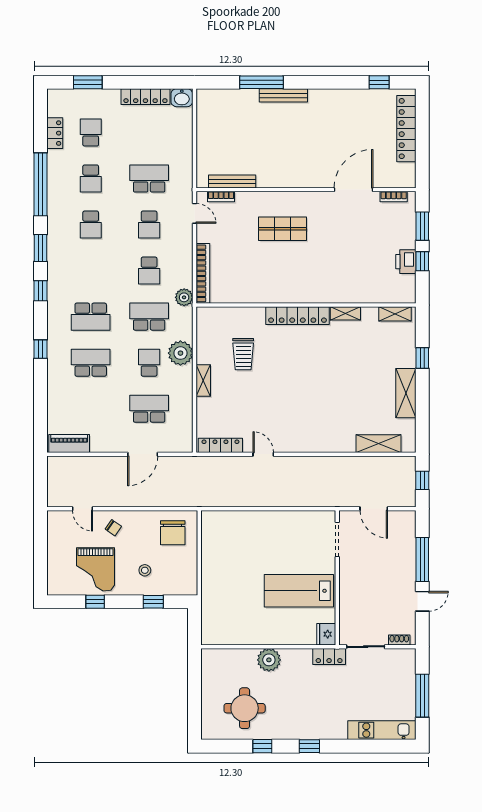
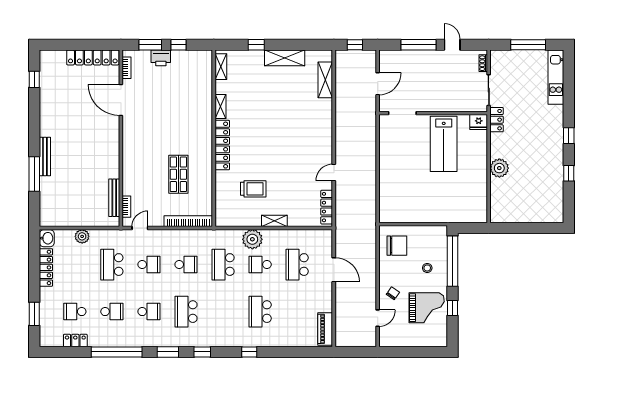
locker: (406, 129) -> (93, 57), moved
shop shelf: (283, 229) -> (178, 174), moved
printer: (406, 262) -> (161, 58), moved
plant: (184, 297) -> (82, 236), moved
school desk: (91, 317) -> (186, 312), moved, turned 180
window: (153, 602) -> (453, 261), width x3.17
round table: (245, 708) -> (538, 188), removed

